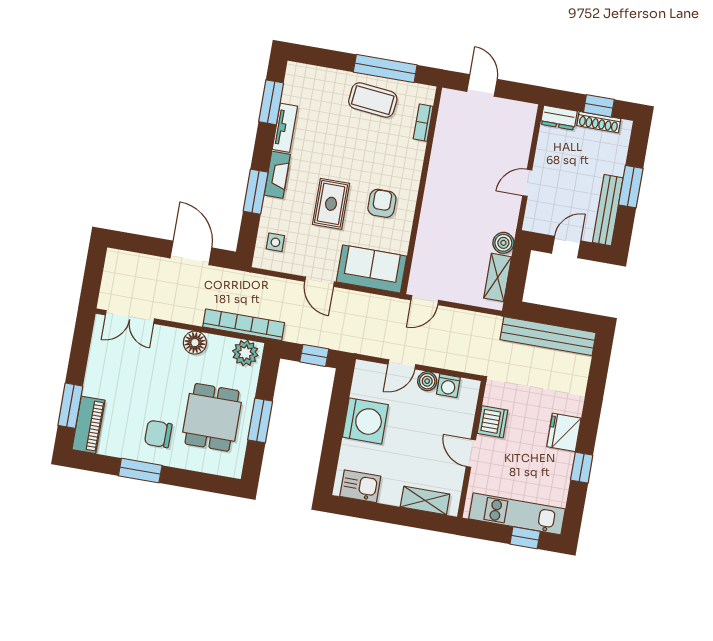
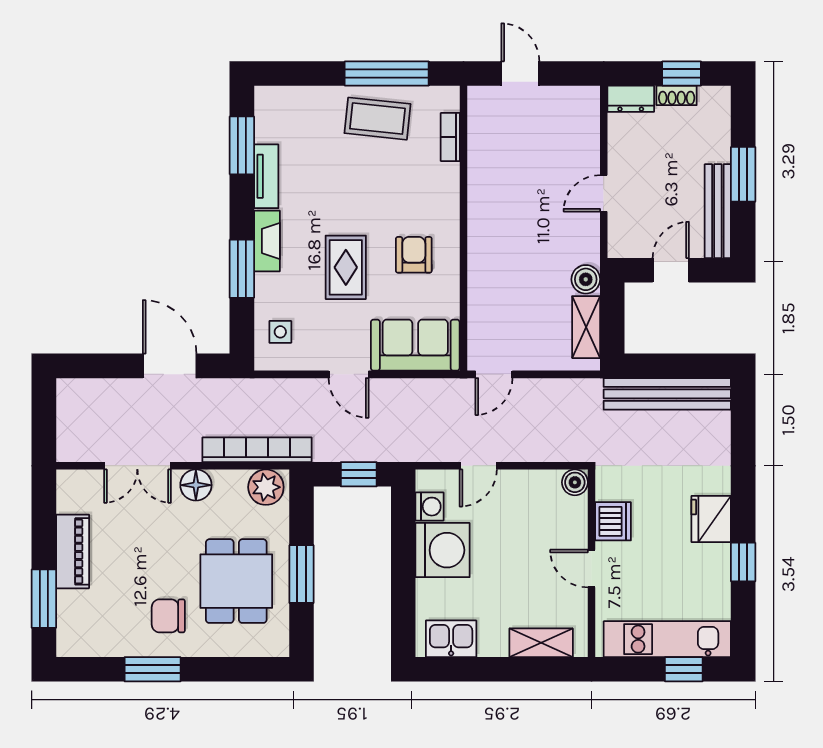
shoe rack: (599, 122) -> (677, 95), width x0.70
double door: (130, 317) -> (137, 466), moved
boiler: (427, 381) -> (575, 482), moved
washing machine: (448, 386) -> (429, 507), moved, turned -90
piano: (88, 425) -> (73, 551), moved

